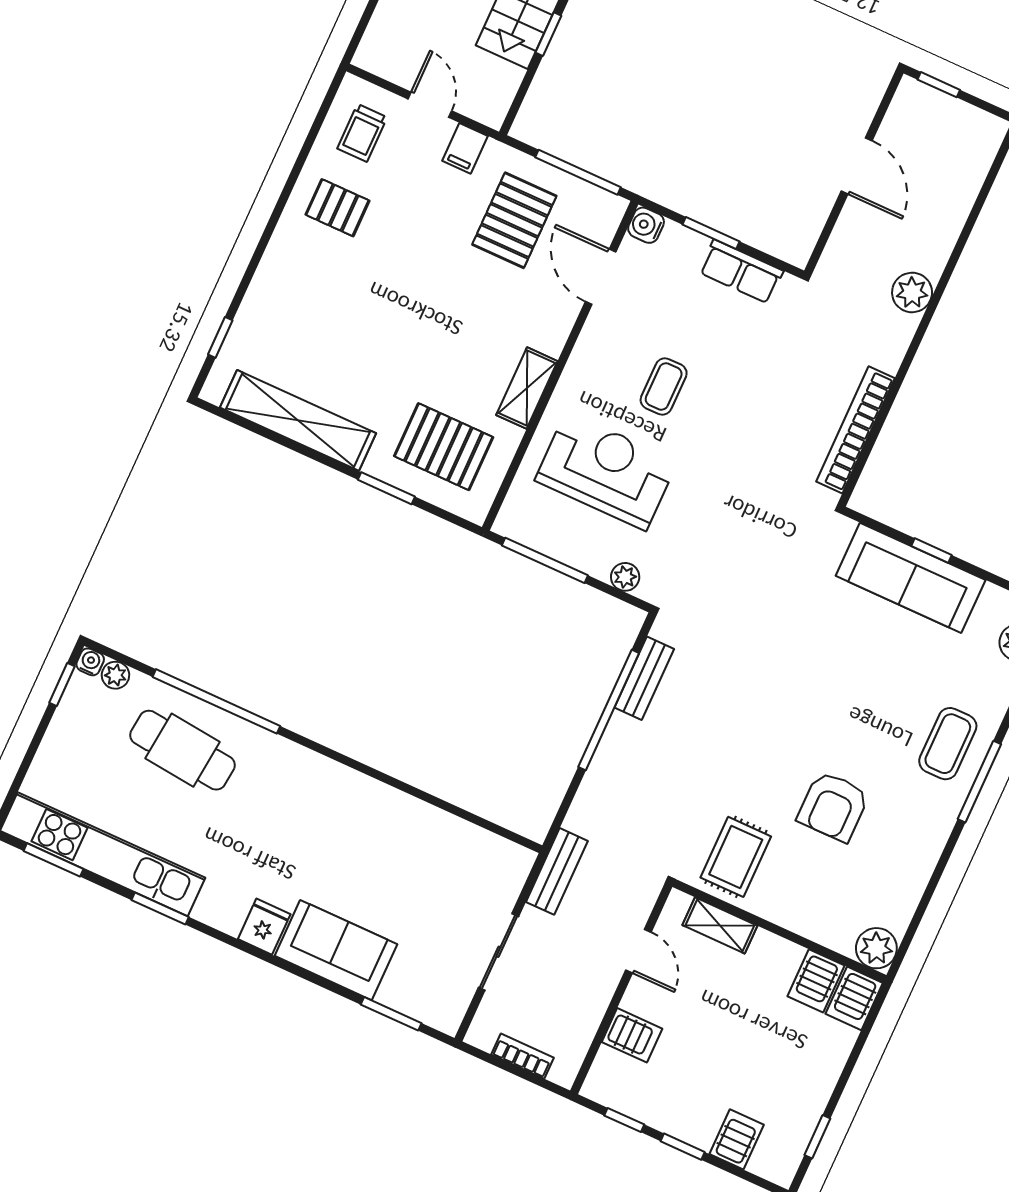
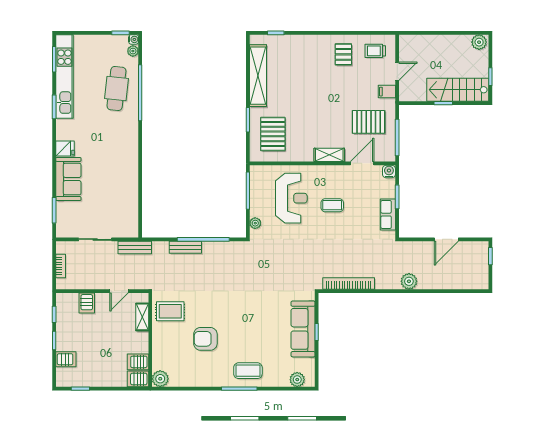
shelving: (527, 388) -> (329, 155), moved
bench: (644, 678) -> (185, 247), moved

